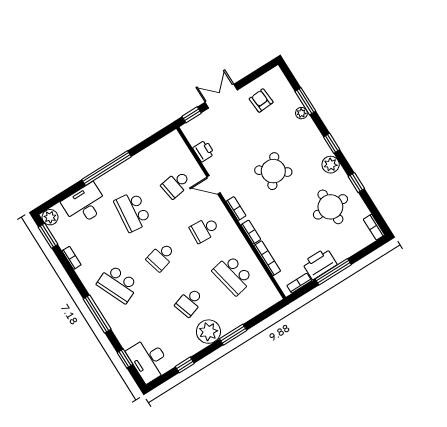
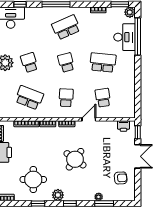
printer: (204, 151) -> (123, 126), moved
window: (106, 168) -> (138, 37), moved
school desk: (233, 275) -> (29, 98), turned 33

